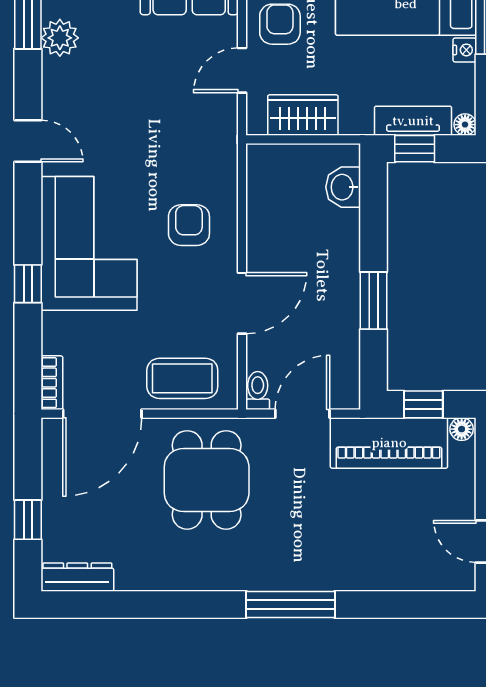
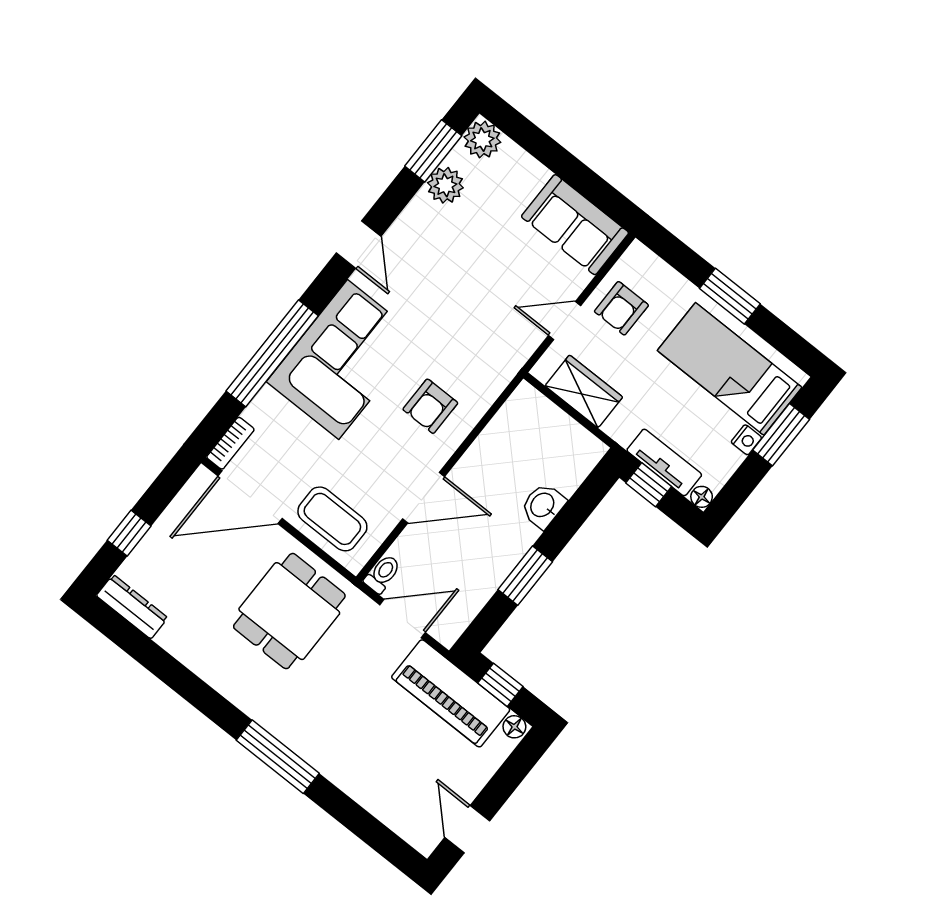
armchair: (280, 24) -> (621, 308), turned 180
washbasin: (343, 187) -> (543, 506), moved
armchair: (189, 225) -> (430, 406), turned 180
window: (28, 284) -> (272, 353), width x3.17

